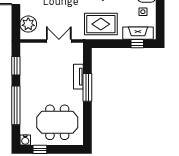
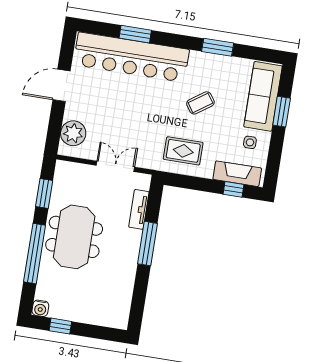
rug: (101, 24) -> (183, 151), width x0.73, depth x0.70
tv unit: (78, 77) -> (139, 209), moved
meeting table: (57, 122) -> (74, 237), moved, turned 90

